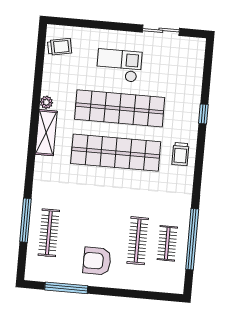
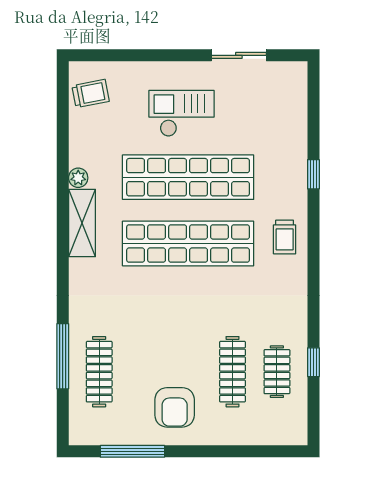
window: (192, 239) -> (313, 362), width x0.32
armchair: (97, 261) -> (175, 407), turned -90

